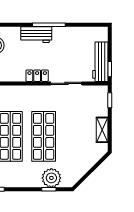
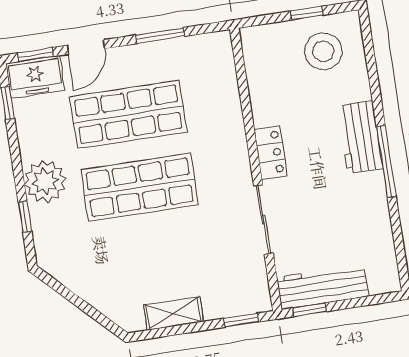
plant: (51, 178) -> (45, 181), moved

